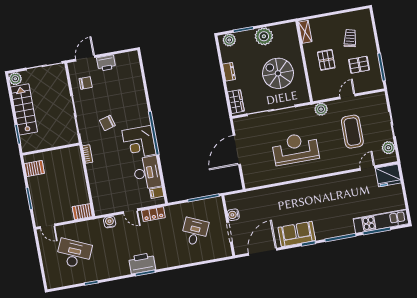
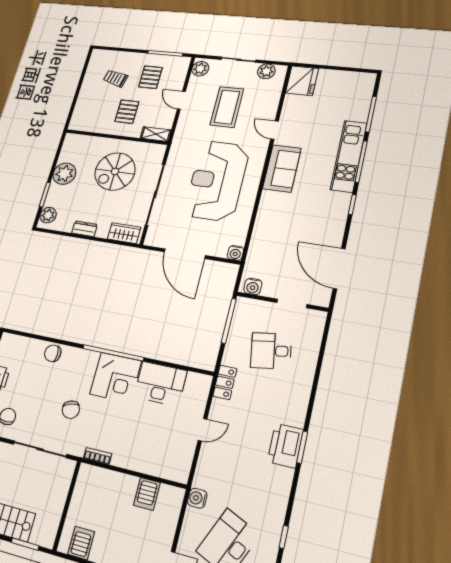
shelving: (305, 32) -> (156, 134), moved
pallet: (326, 60) -> (127, 112), turned 90
chair: (137, 93) -> (53, 353), added
plant: (321, 109) -> (200, 69), moved
coffee table: (352, 132) -> (227, 107), turned 90
reception desk: (295, 149) -> (217, 181), width x1.36, depth x1.30
door: (367, 168) -> (275, 130), moved
water cooler: (249, 183) -> (235, 253), added
filing cabinet: (157, 193) -> (193, 382), removed
server rack: (82, 212) -> (147, 494), moved
locker: (153, 214) -> (225, 382), moved
water cooler: (233, 215) -> (253, 286), moved
kitchen unit: (381, 221) -> (349, 156), moved
water cooler: (110, 222) -> (197, 498), moved
desk: (195, 232) -> (271, 351), turned -33
sofa: (297, 234) -> (282, 168), moved, turned 180

